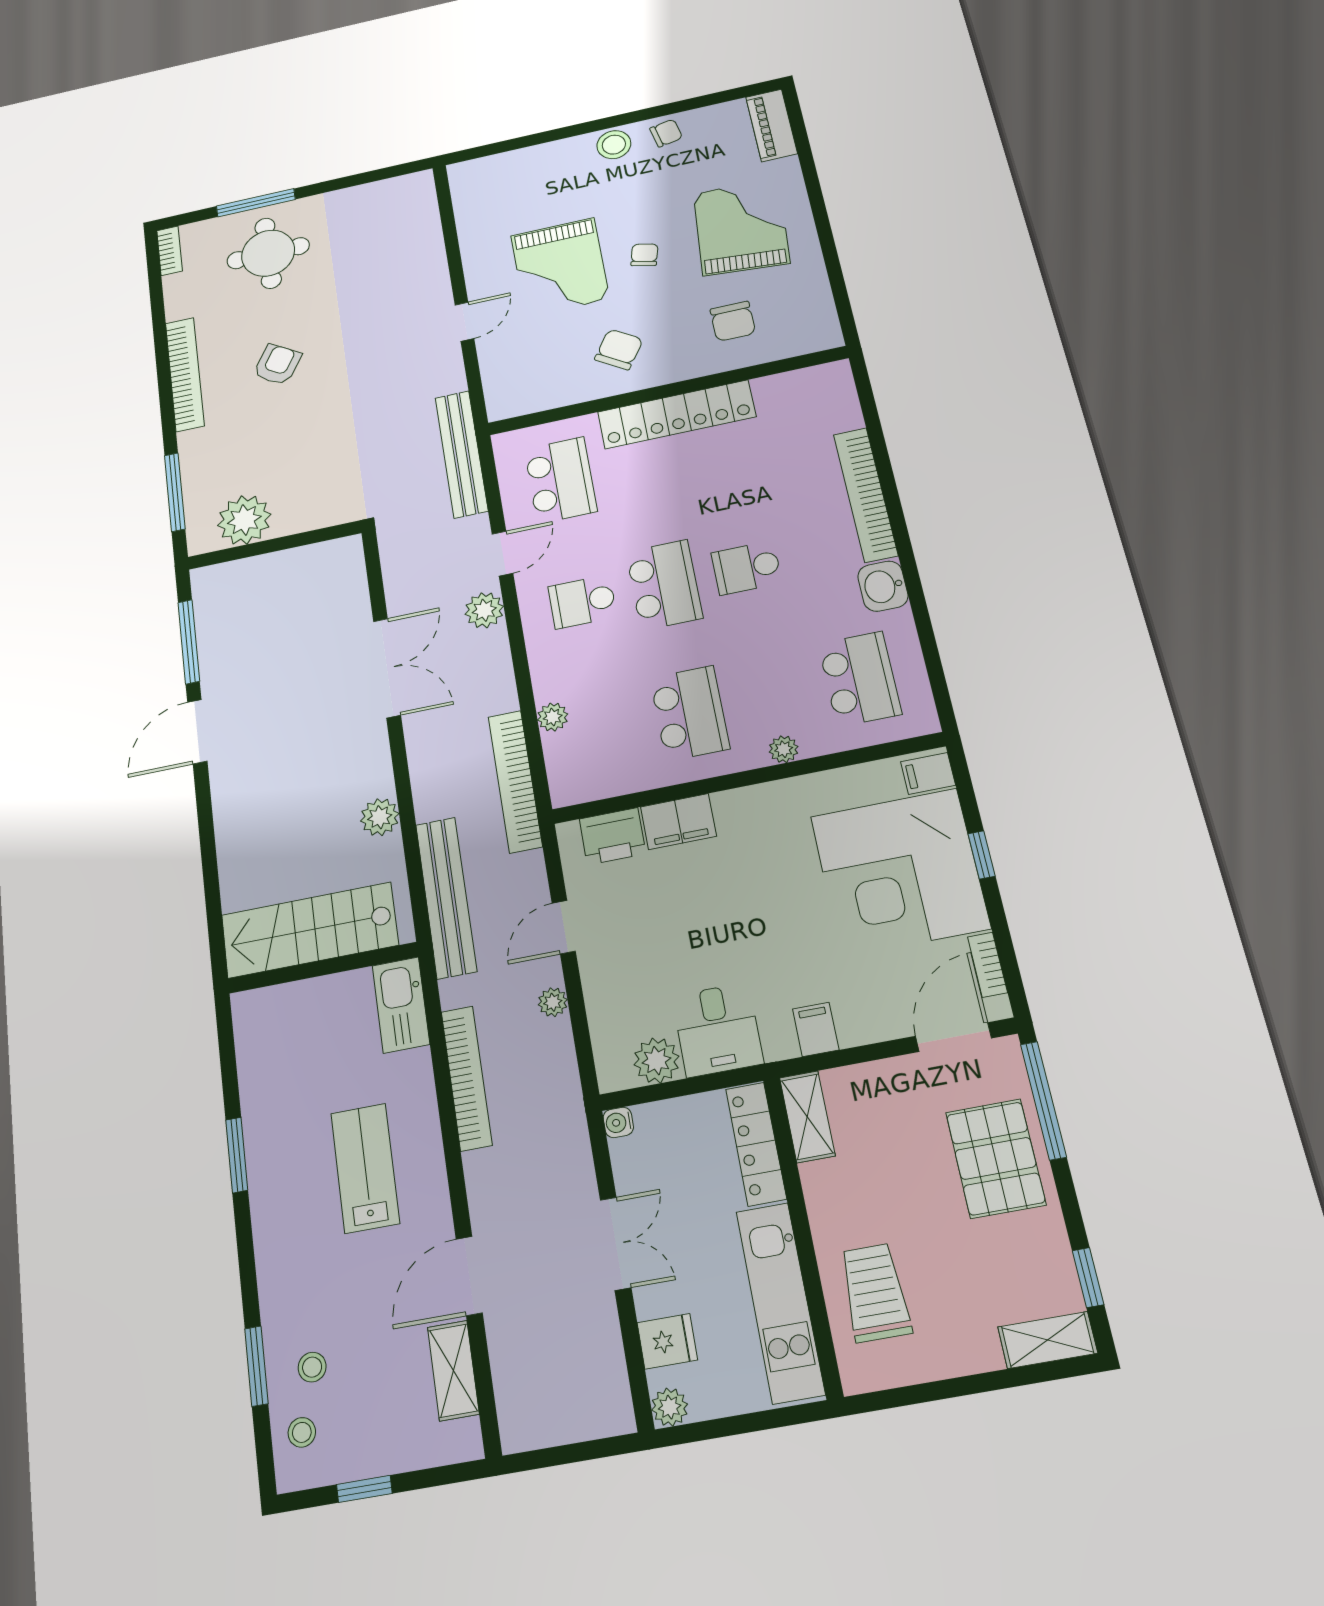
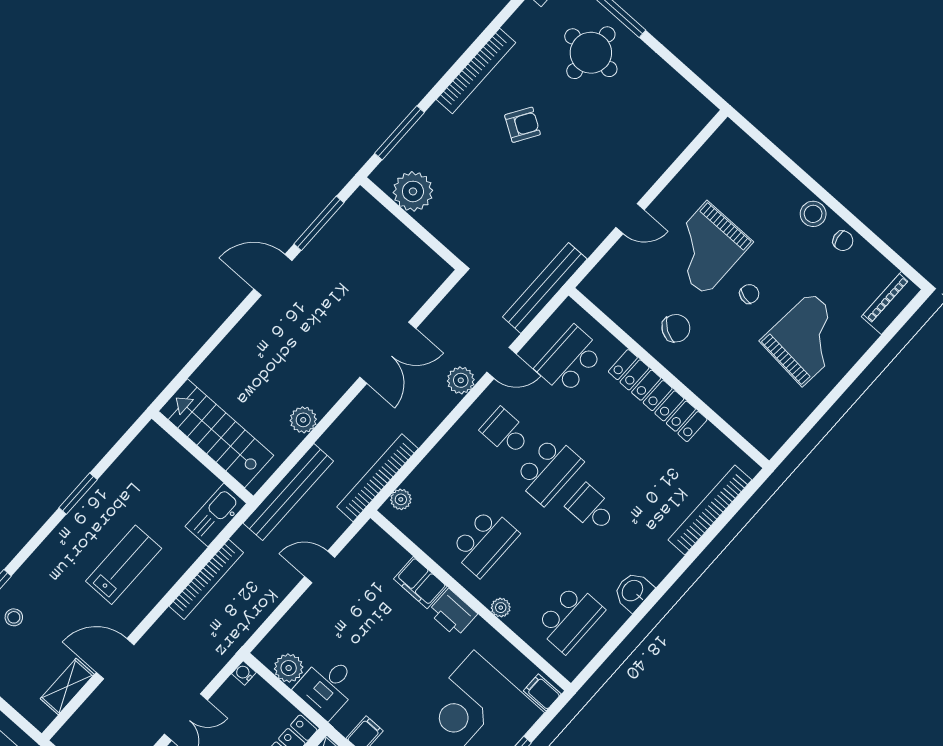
chair: (733, 321) -> (741, 382), removed
school desk: (561, 480) -> (570, 360), turned 180
bookcase: (866, 495) -> (710, 510), moved
plant: (553, 717) -> (401, 499), moved
printer: (613, 836) -> (452, 613), moved
plant: (553, 1002) -> (277, 592), removed

